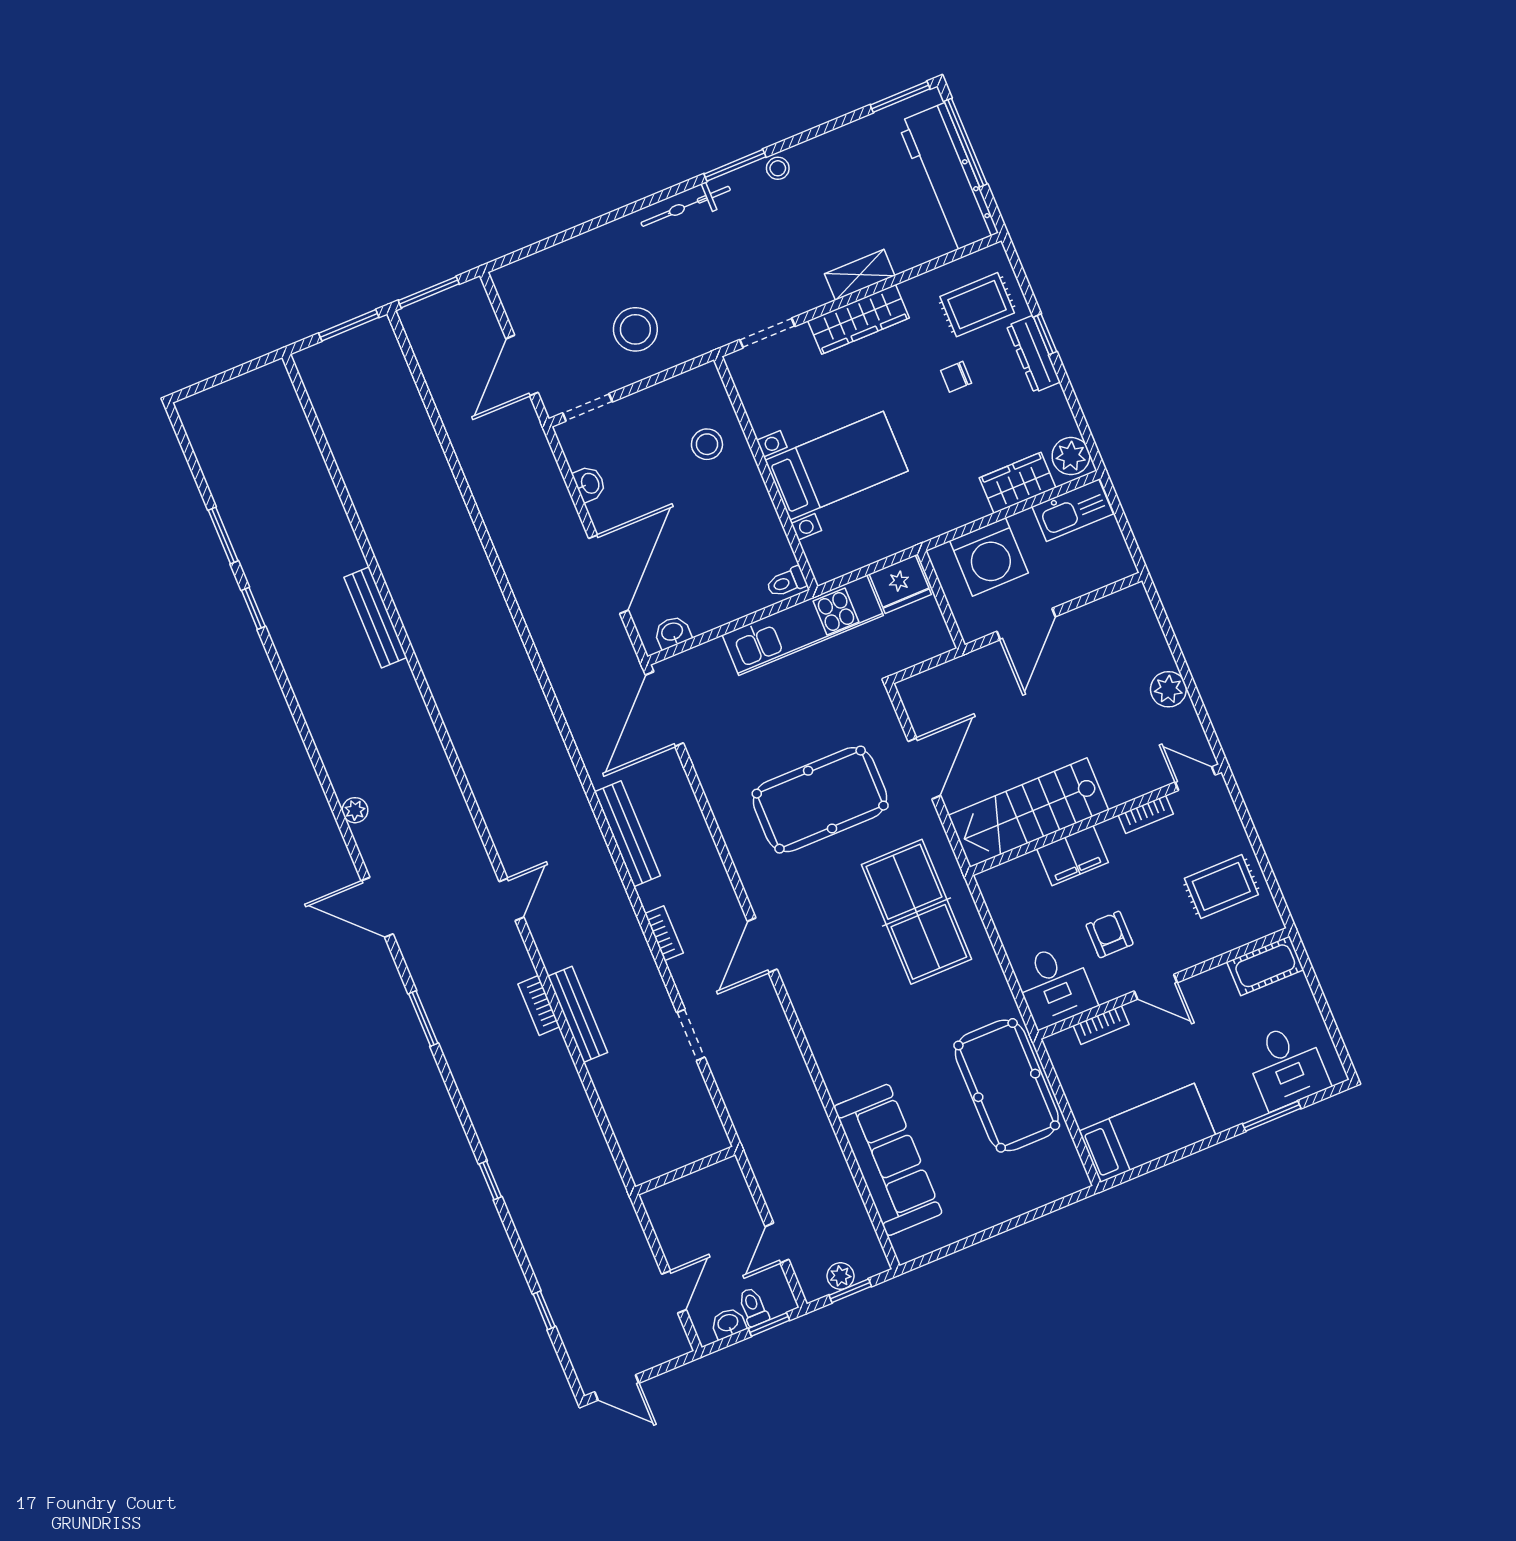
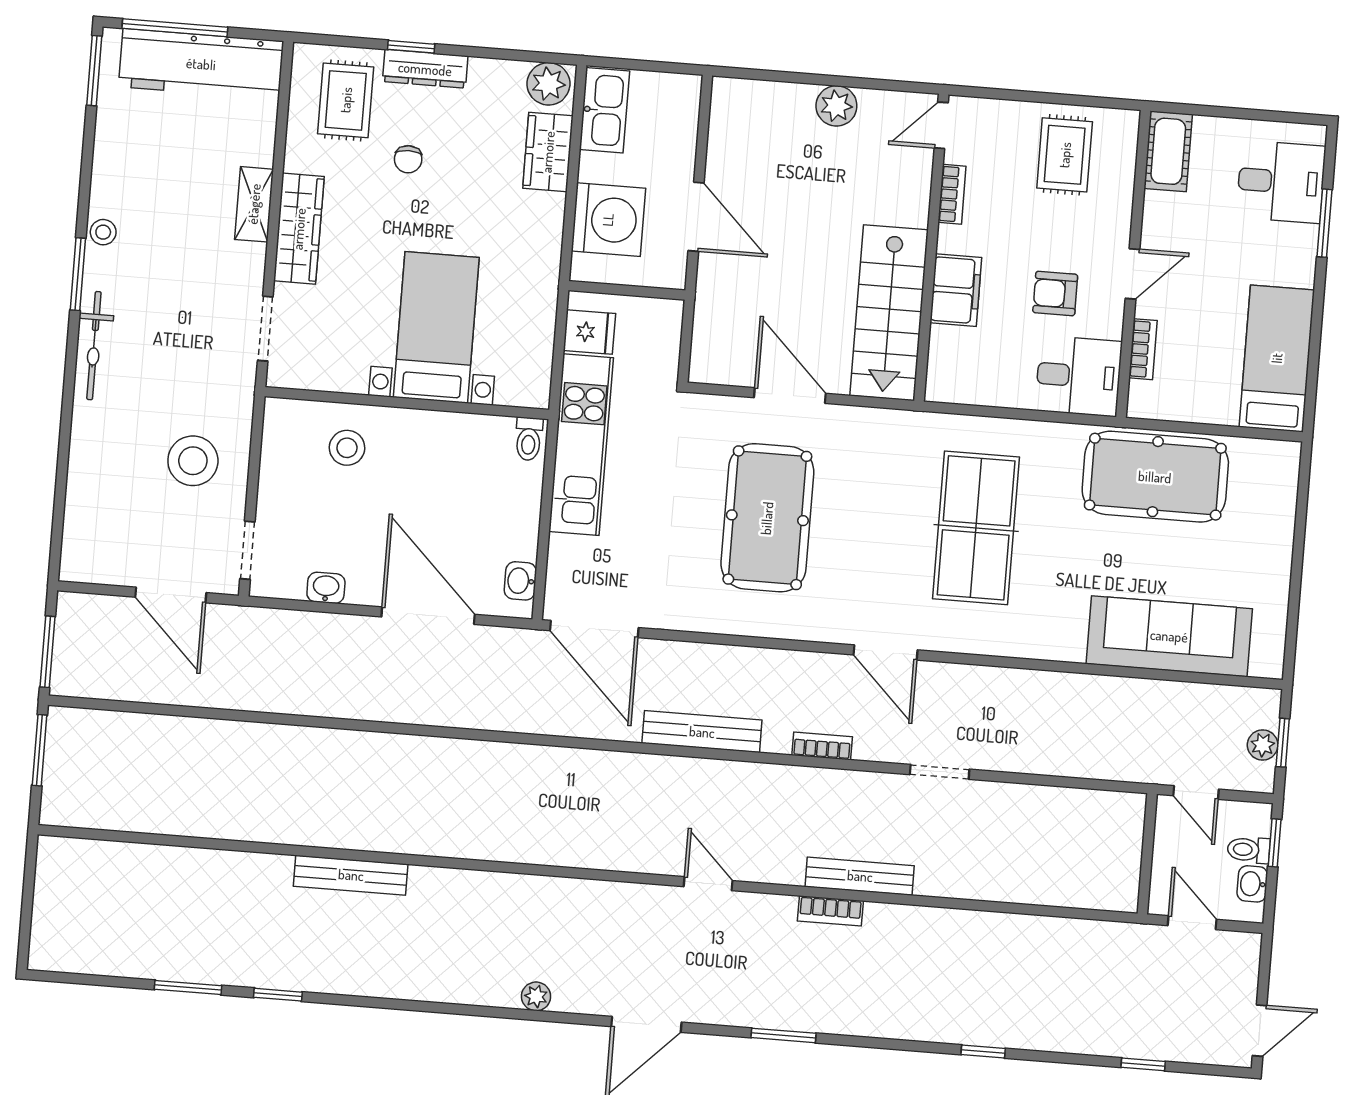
fridge: (900, 584) -> (589, 332), width x0.72
table tennis table: (916, 912) -> (976, 528), moved, turned 90
wall: (685, 1171) -> (1147, 854), moved

